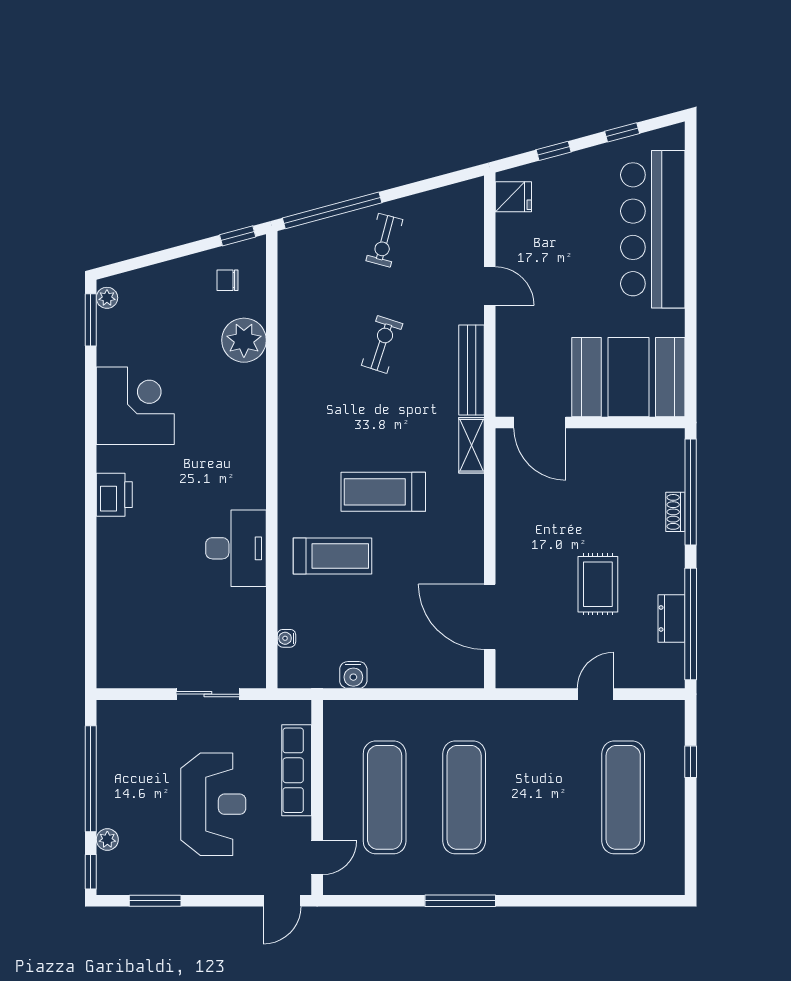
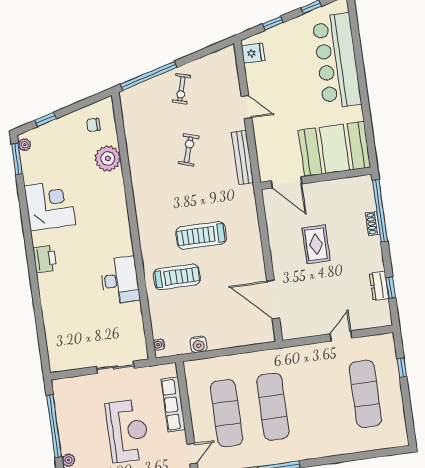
window: (238, 236) -> (46, 119), moved
shelving: (472, 445) -> (249, 201), removed
rug: (598, 584) -> (316, 244), moved
window: (691, 624) -> (391, 288), width x0.32
water cooler: (286, 638) -> (159, 345), moved

